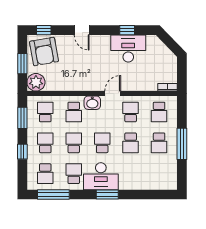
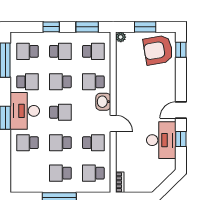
door: (82, 30) -> (181, 110), moved
plant: (36, 82) -> (121, 37), width x0.53, depth x0.53
school desk: (74, 143) -> (60, 82), turned 180
school desk: (131, 174) -> (27, 143), added

